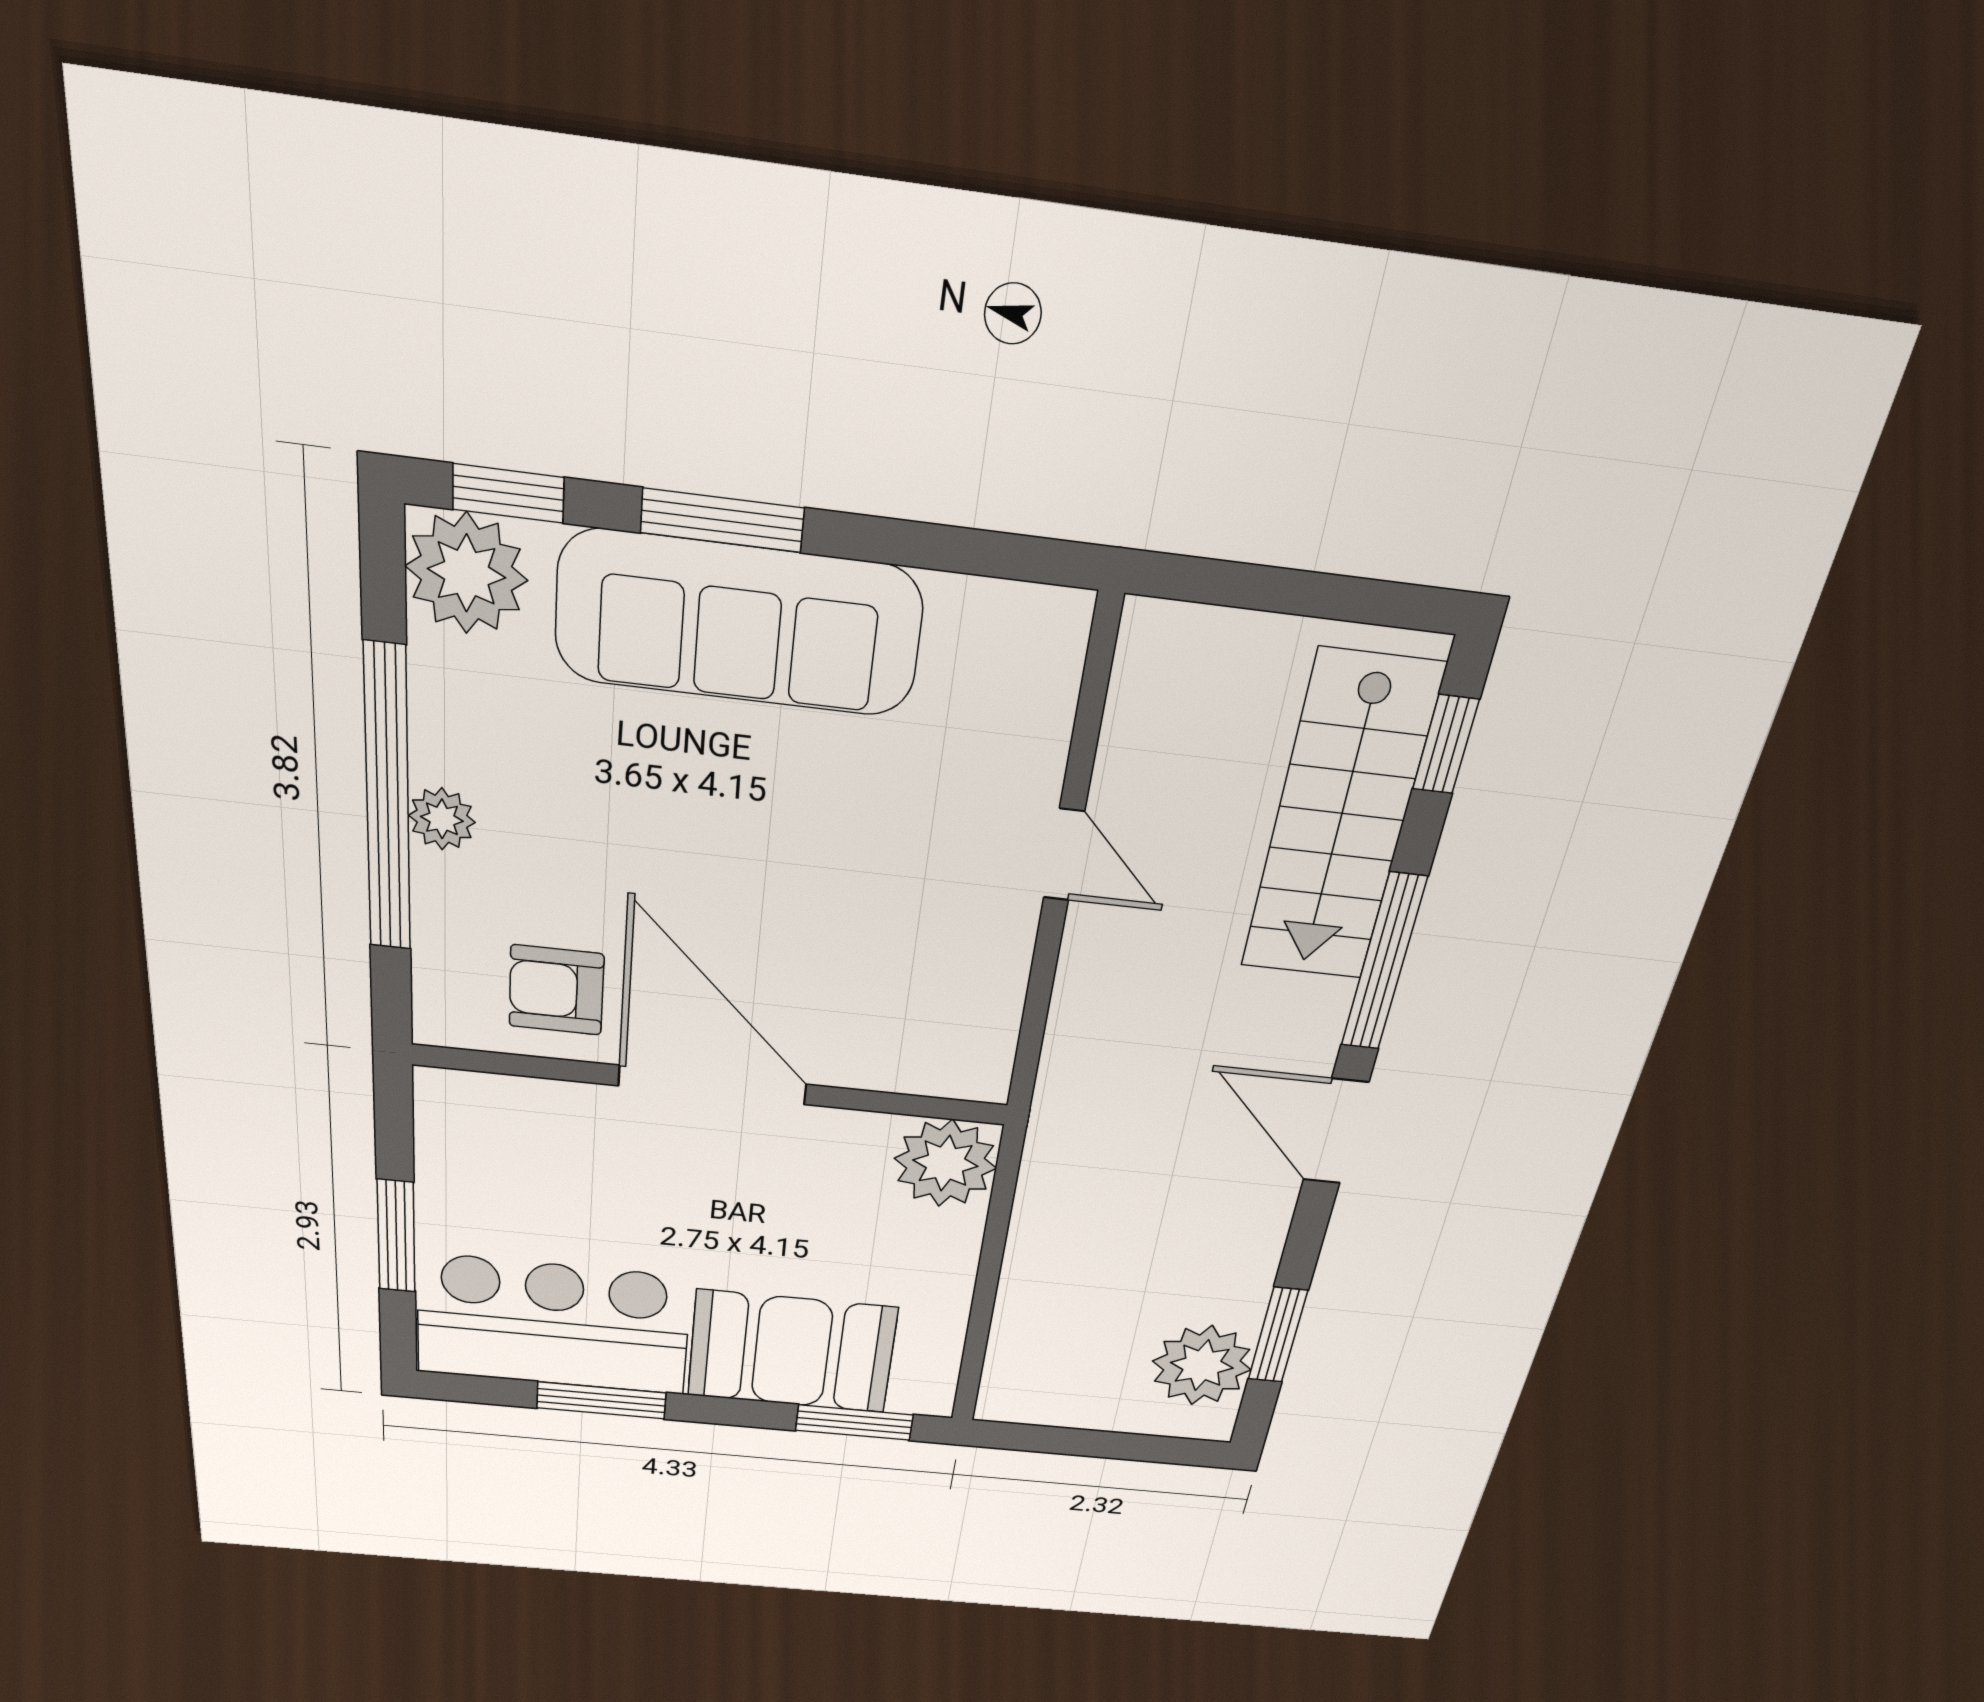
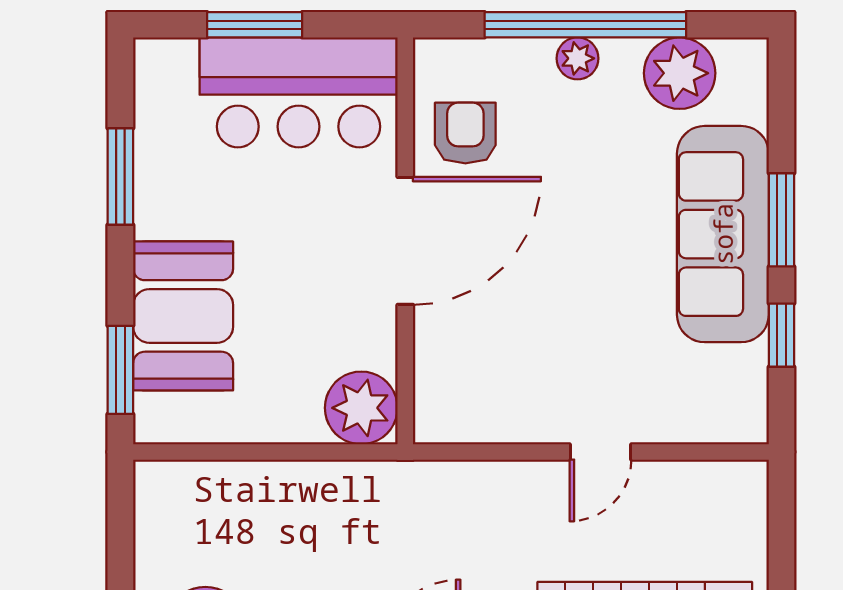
window: (508, 493) -> (782, 335), moved
plant: (466, 573) -> (680, 73), moved
bar counter: (553, 1325) -> (299, 92), moved, turned 90

